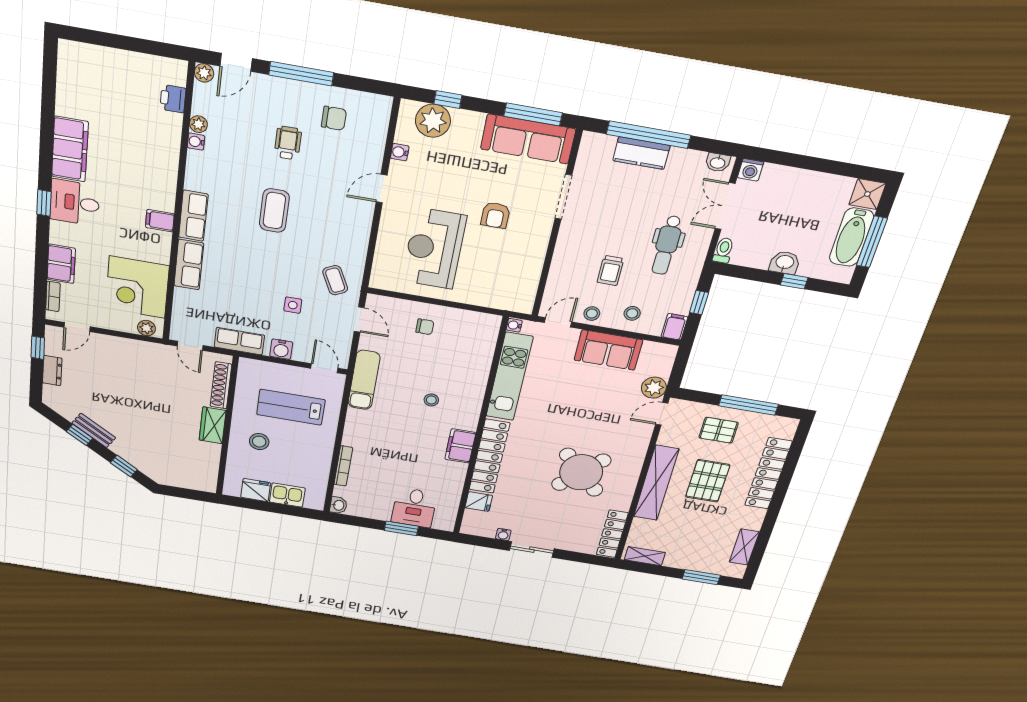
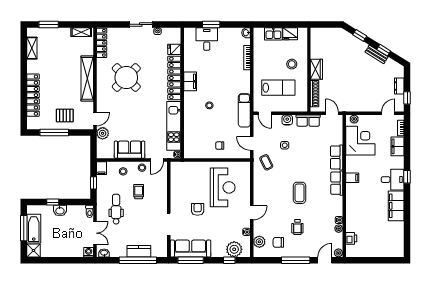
plant: (375, 127) -> (259, 242), added
pallet: (708, 481) -> (62, 85), removed

